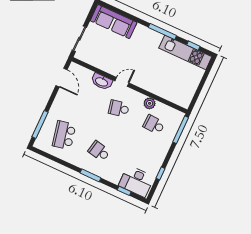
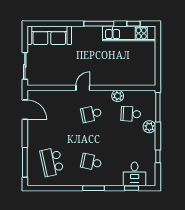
washbasin: (102, 82) -> (64, 96), removed
plant: (165, 144) -> (149, 127), added
desk: (136, 181) -> (135, 174), width x0.73

